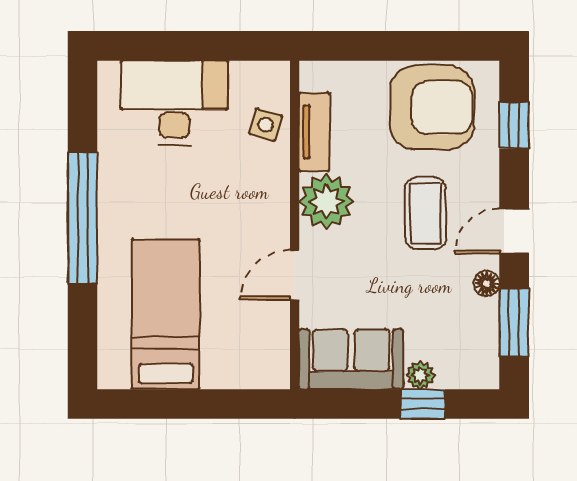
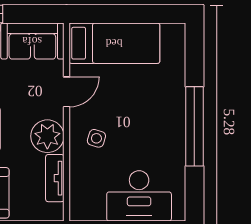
side table: (266, 125) -> (96, 138), moved
bed: (166, 314) -> (114, 43), moved, turned -90

